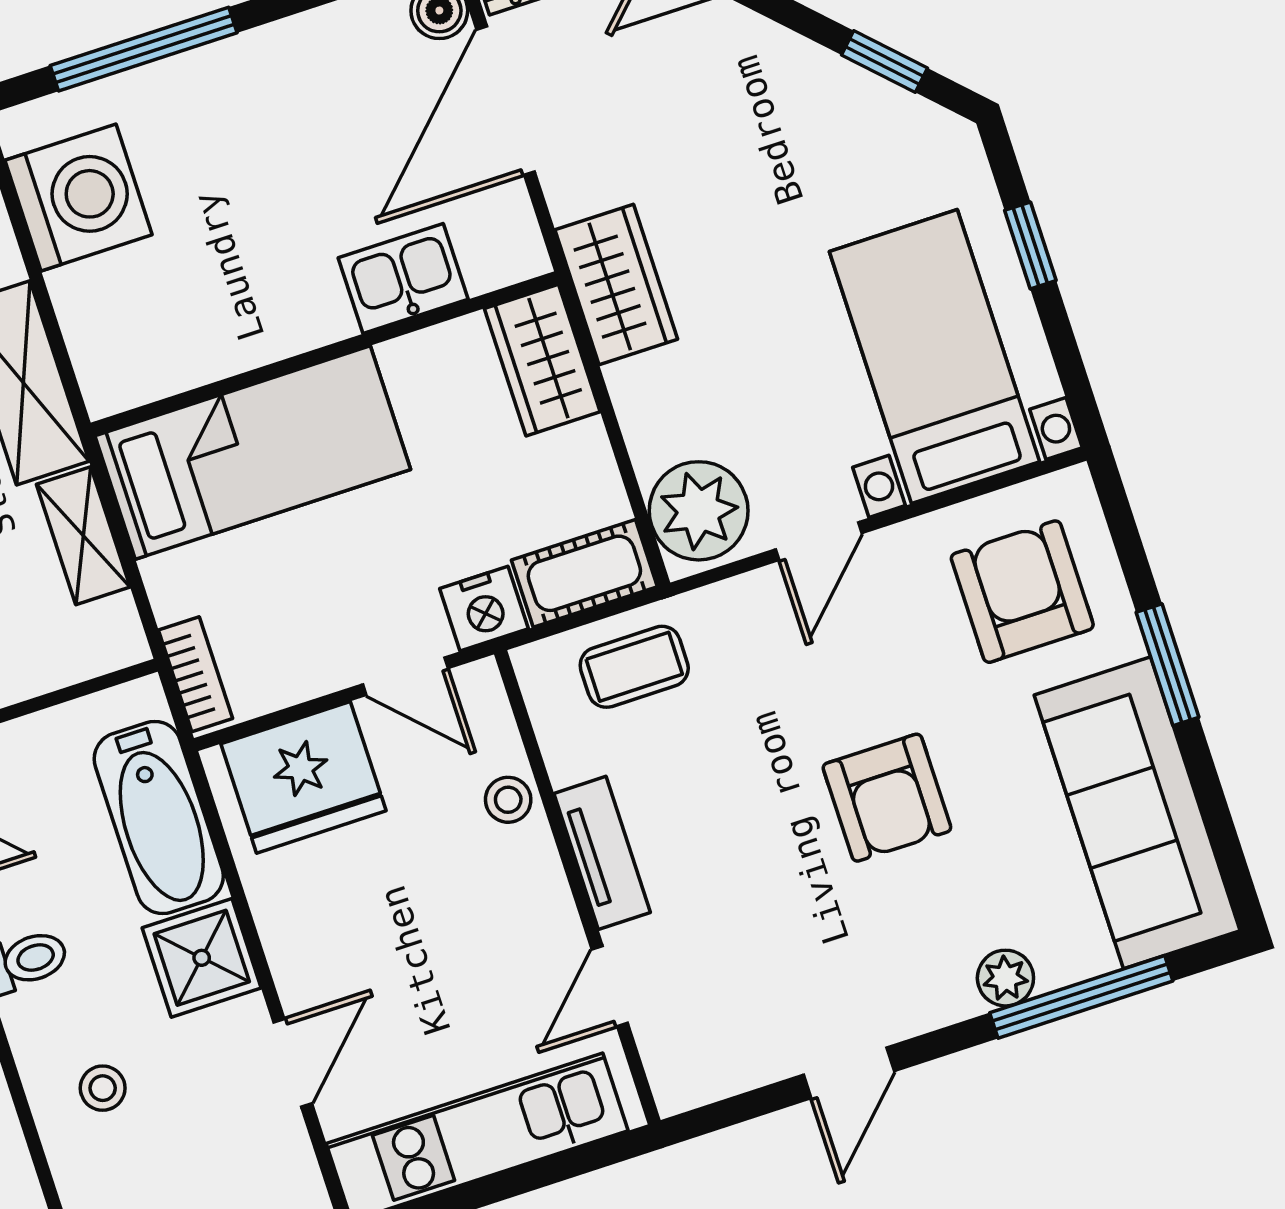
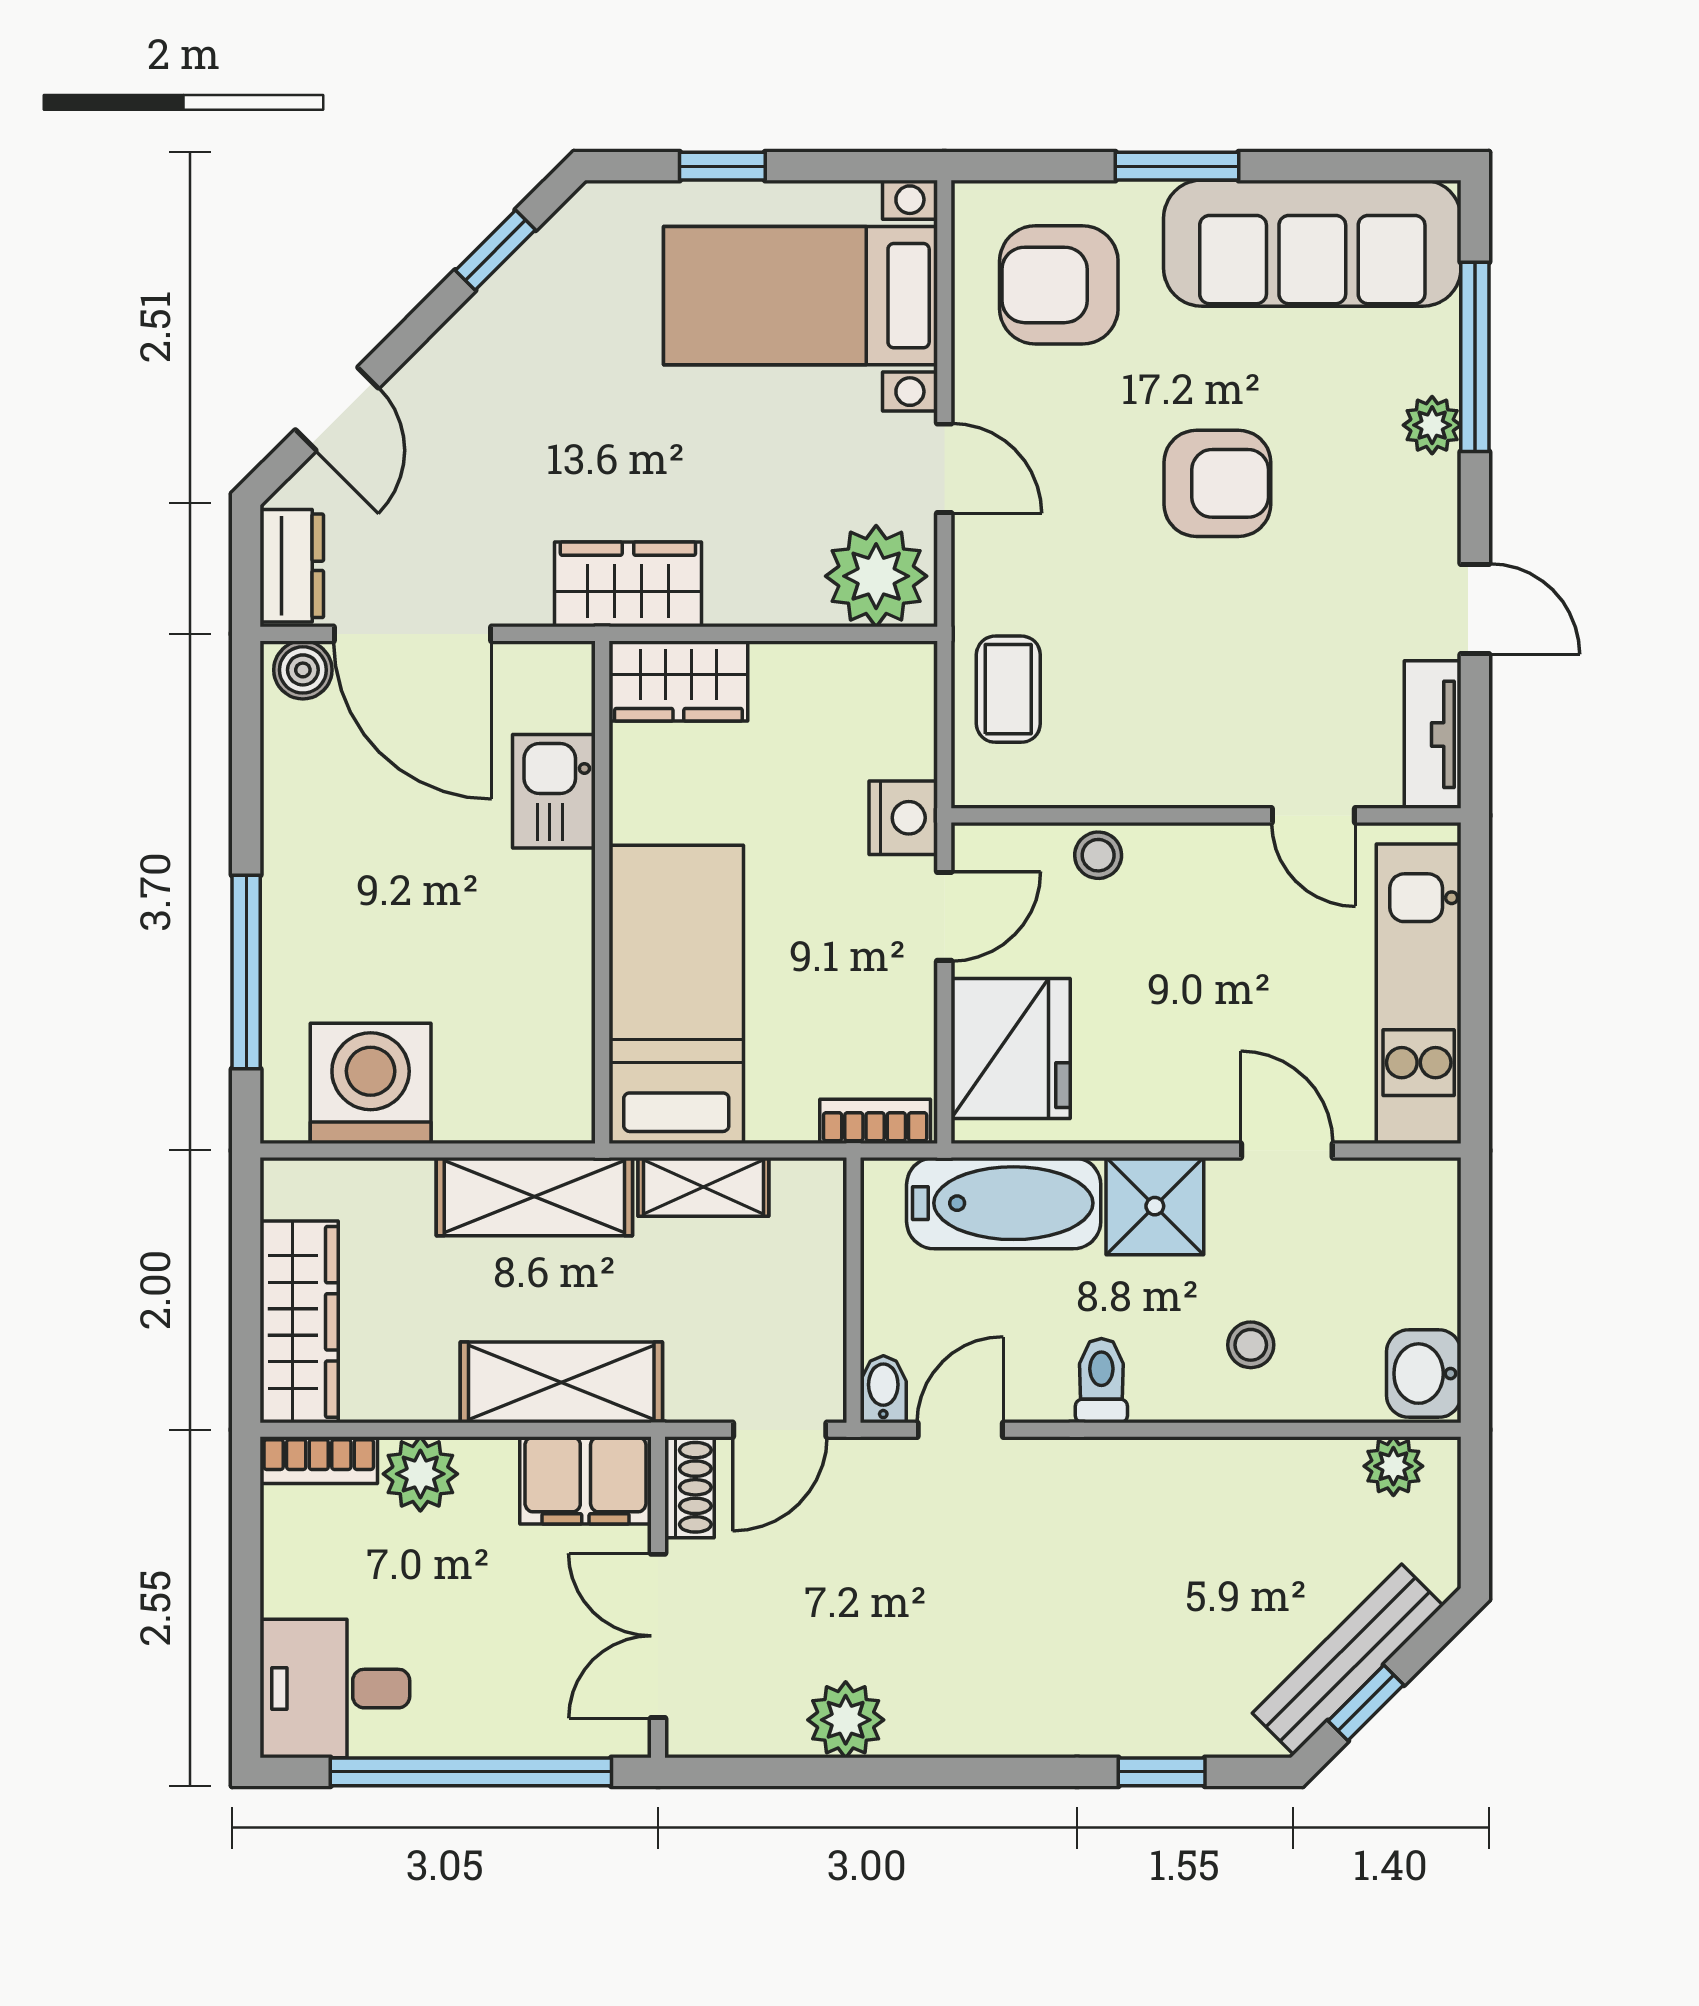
cot: (584, 573) -> (901, 708), removed
tv unit: (602, 853) -> (1433, 734), moved, turned -90

